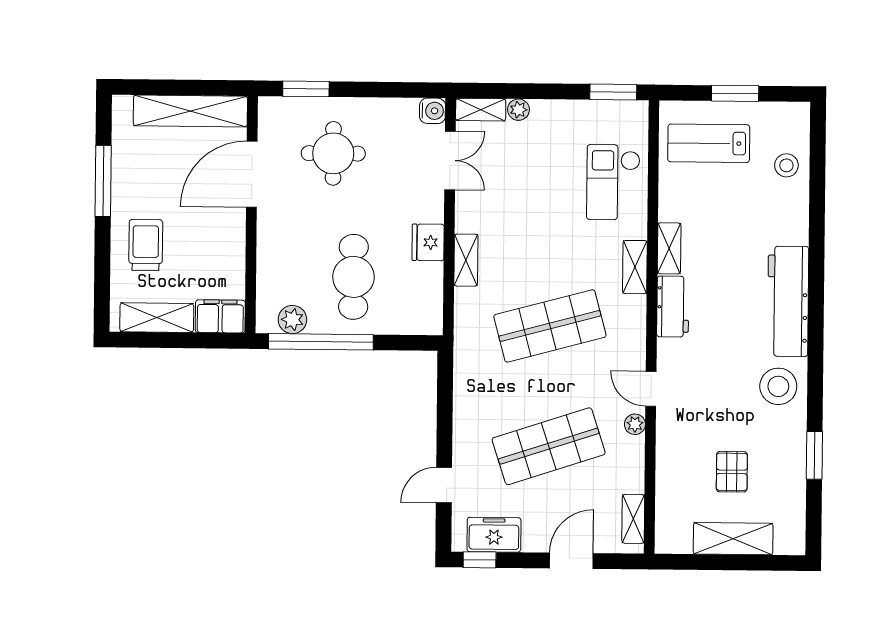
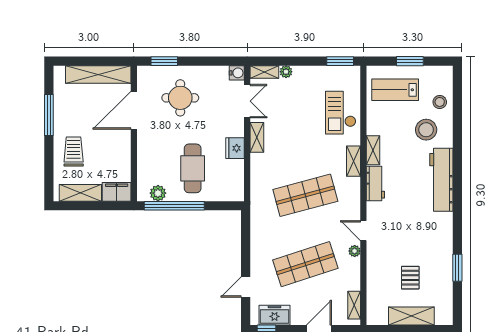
shelving: (466, 260) -> (257, 137), moved
stool: (778, 386) -> (426, 130), moved

